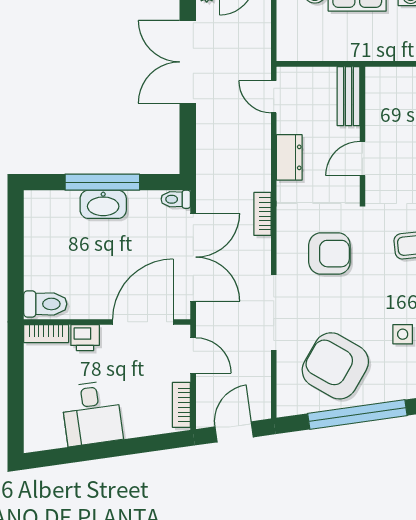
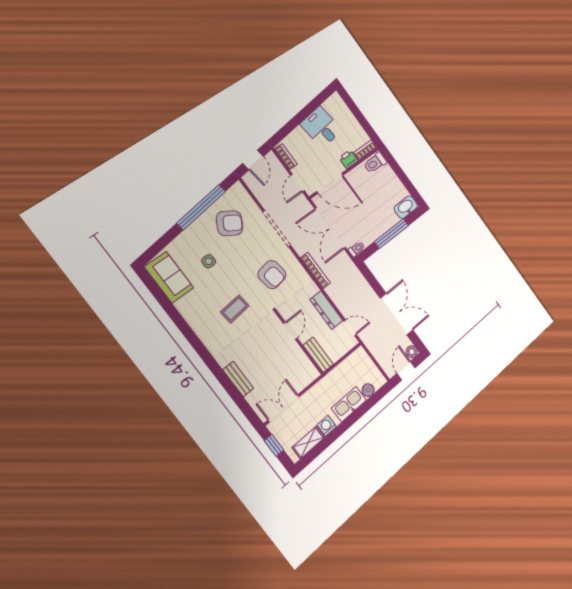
dresser: (289, 157) -> (326, 310), width x1.44
washbasin: (103, 204) -> (406, 207), moved
bookcase: (262, 214) -> (315, 270), width x1.56
armchair: (329, 254) -> (272, 275), turned -99
door: (143, 322) -> (330, 183), hinge flipped
door: (193, 355) -> (297, 183), hinge flipped
armchair: (335, 366) -> (230, 223), width x0.73, depth x0.73

